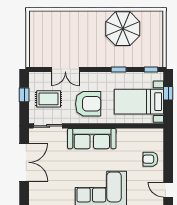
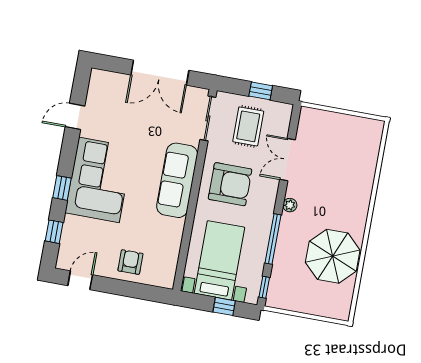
plant: (95, 63) -> (290, 205), added
window: (119, 69) -> (273, 239), width x2.17
armchair: (88, 104) -> (230, 184), turned -90

